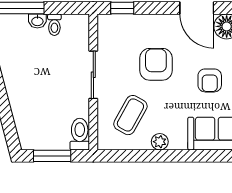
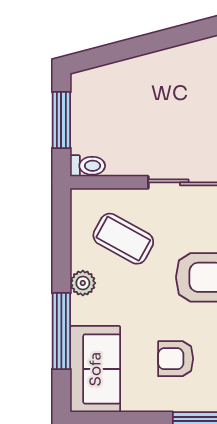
toilet: (80, 134) -> (88, 166), width x0.73, depth x0.72
window: (191, 156) -> (61, 331), added

